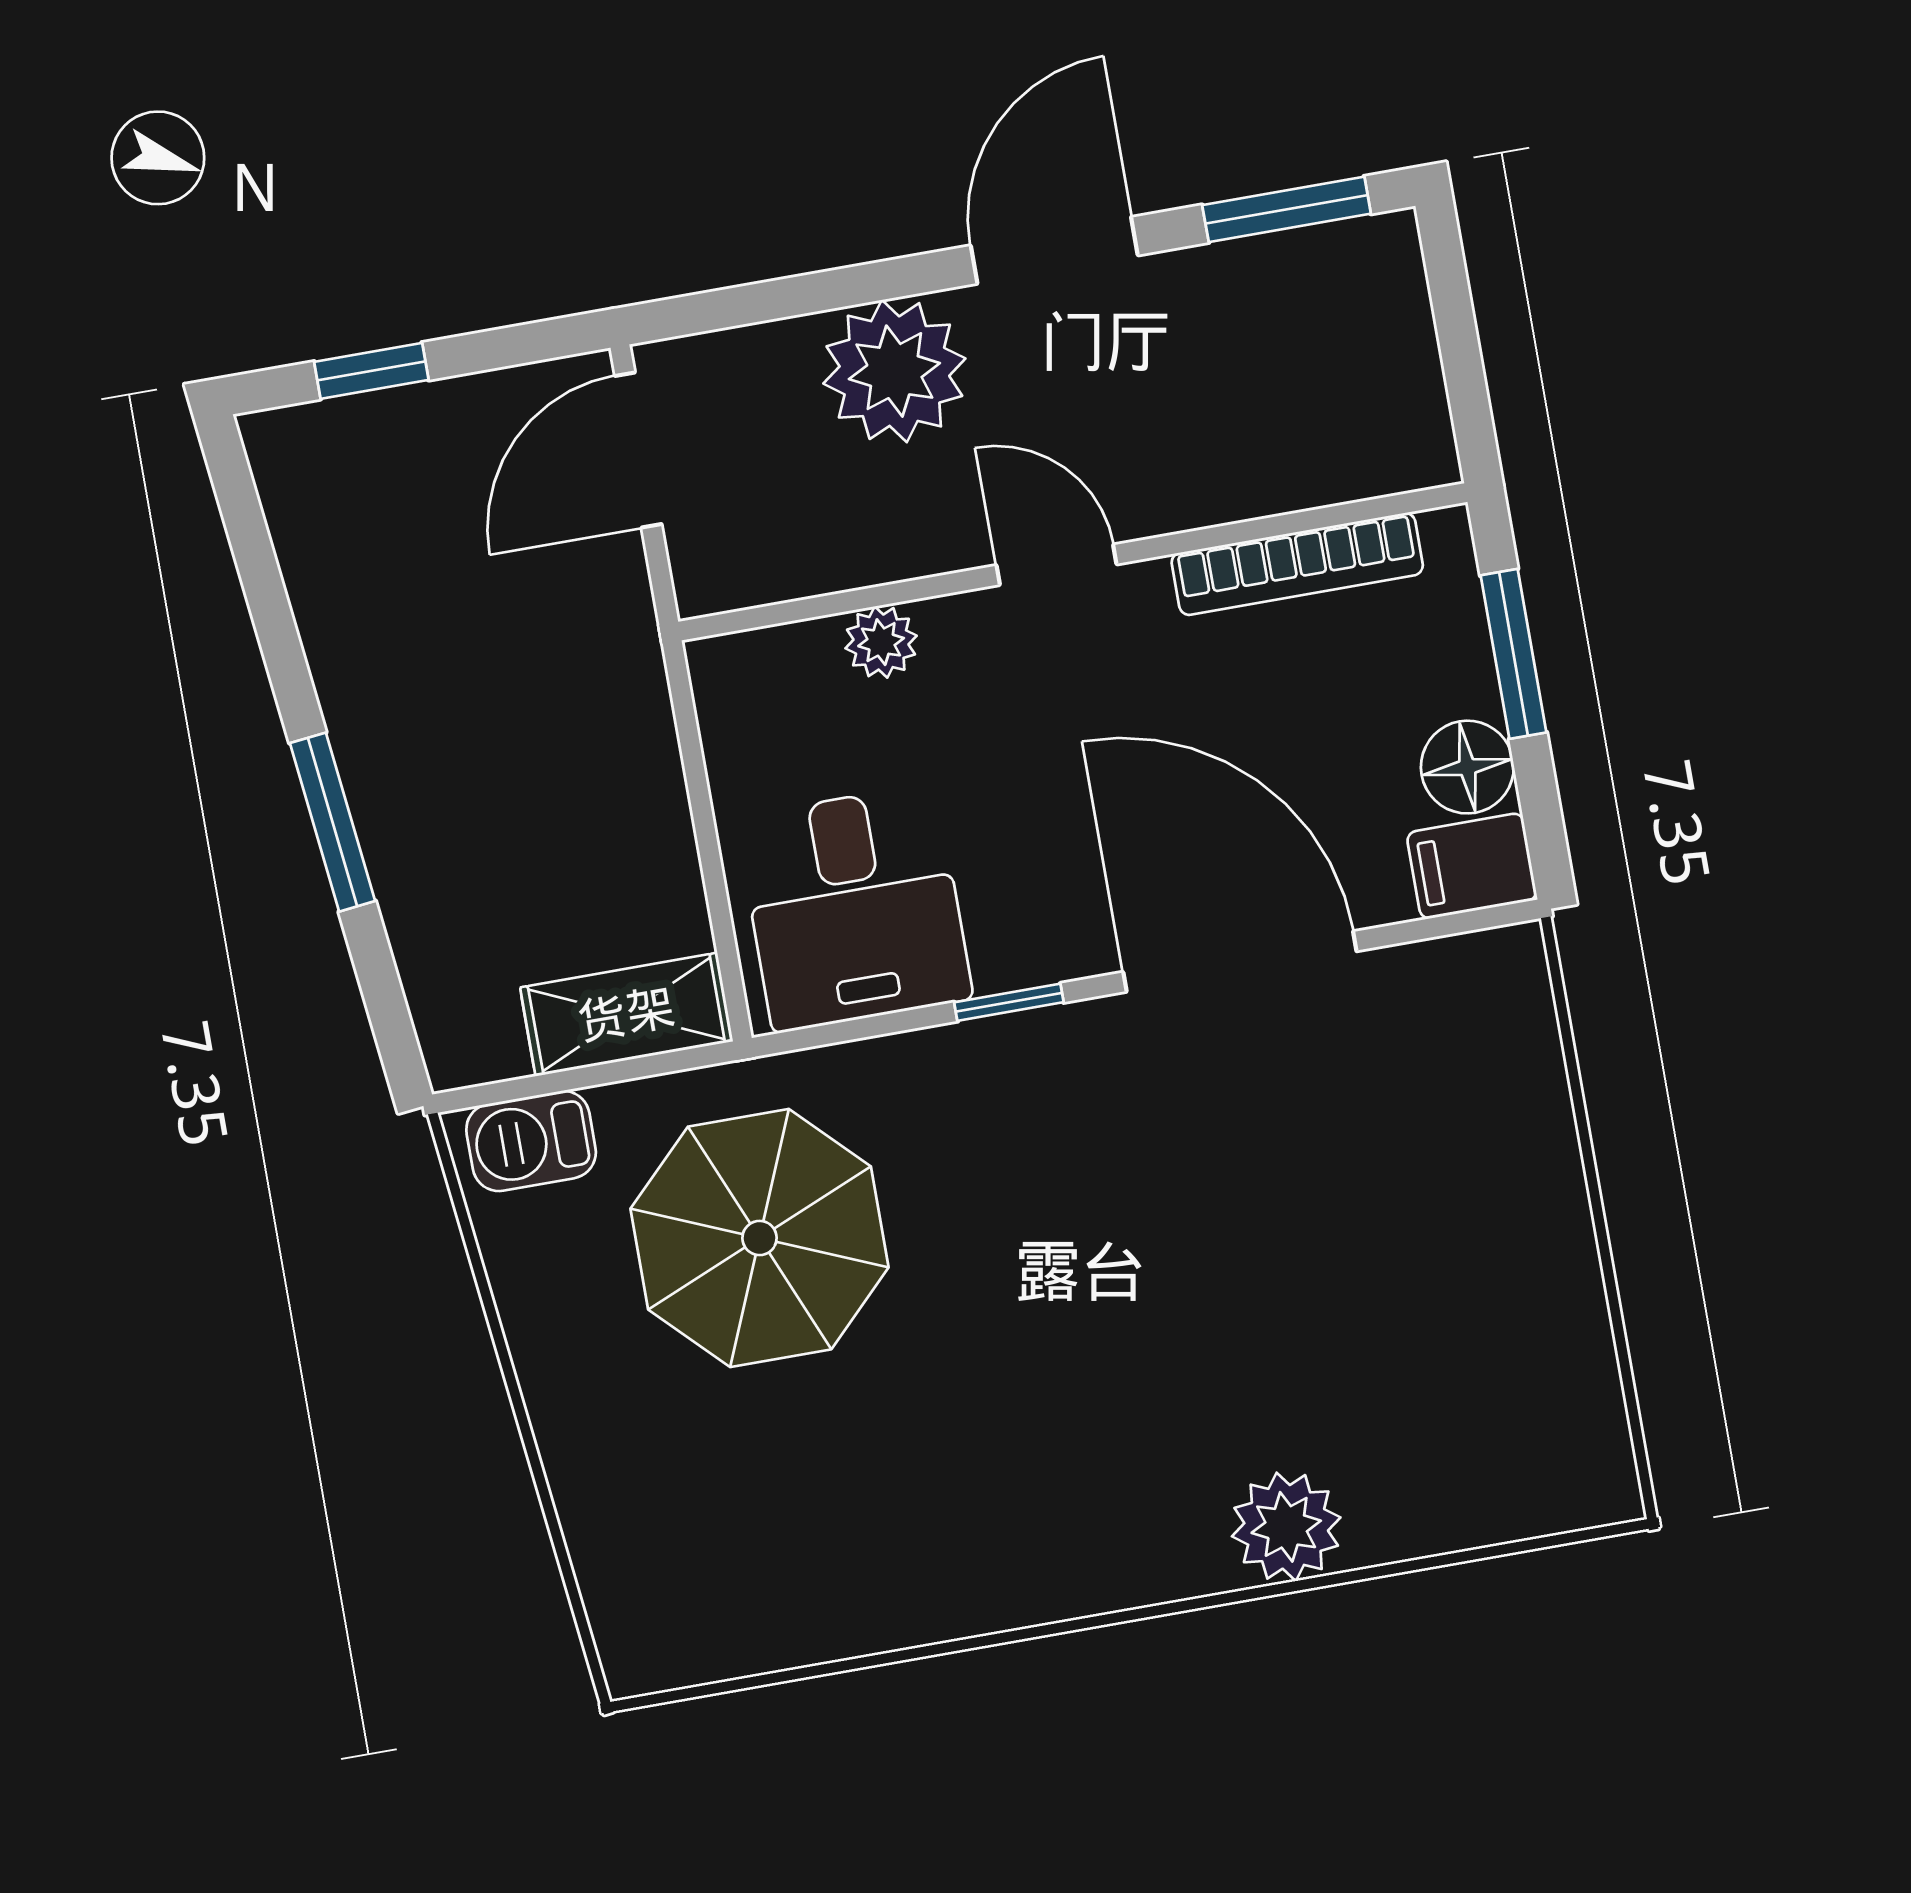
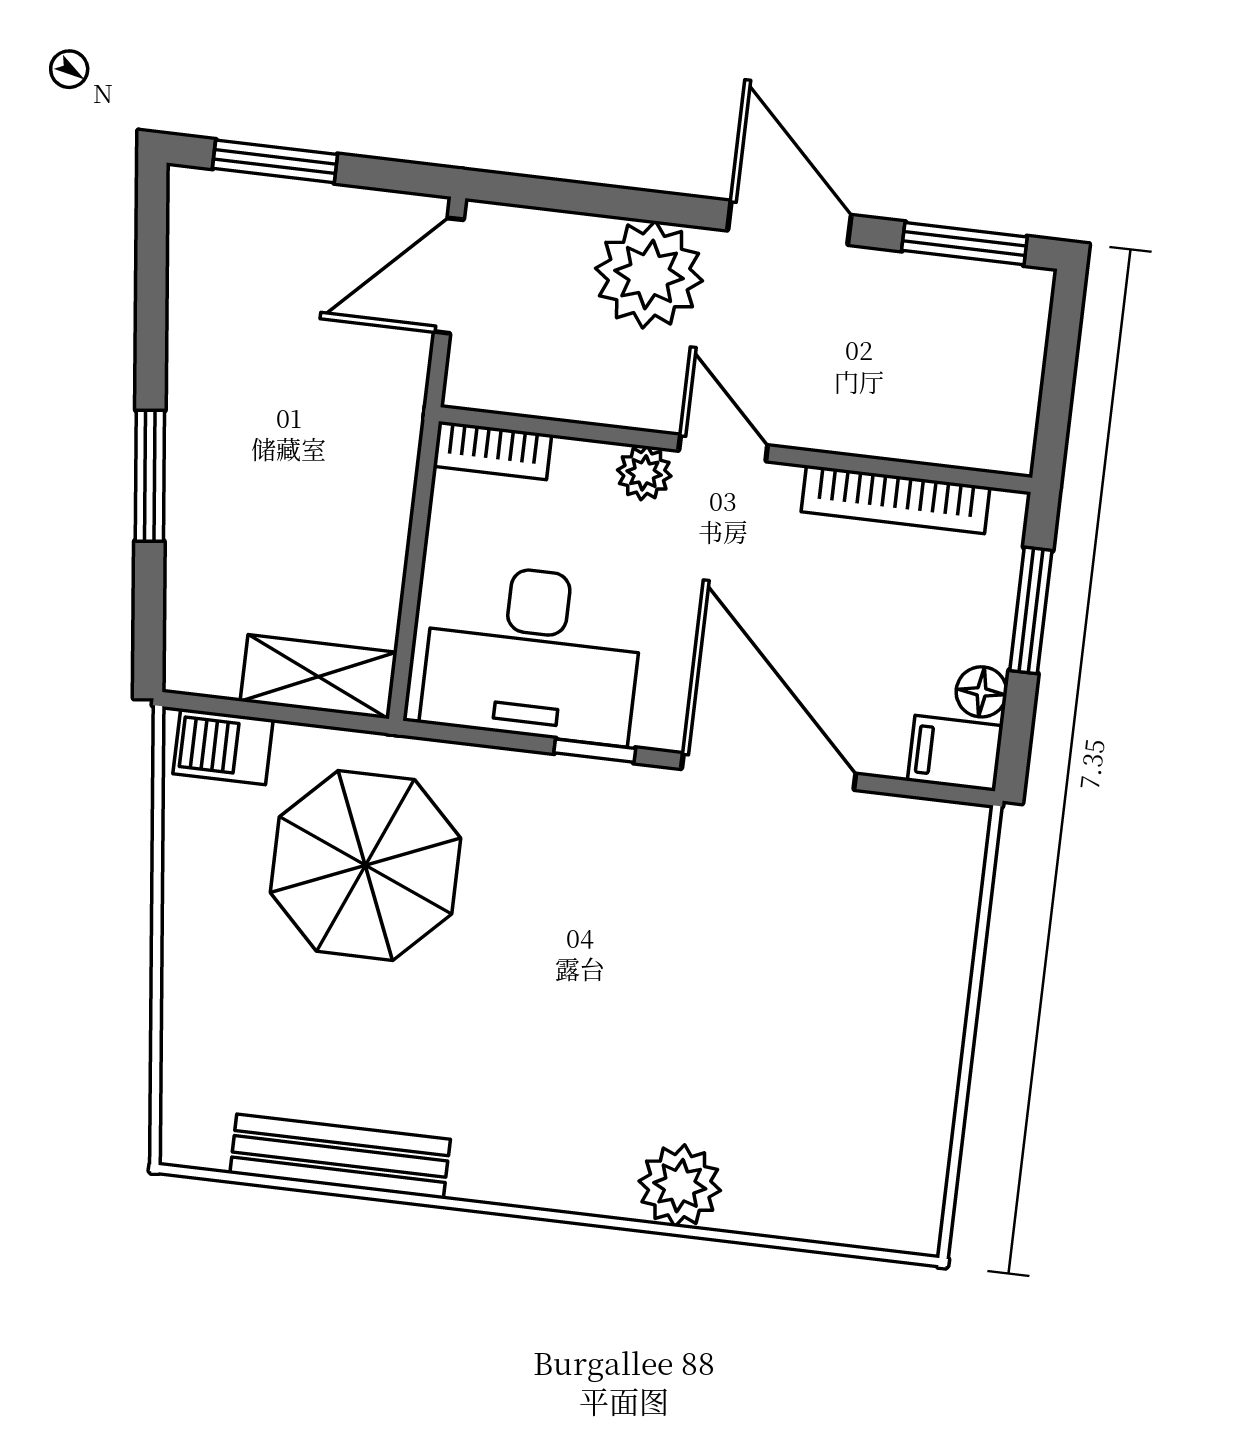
door: (1054, 250) -> (789, 223), hinge flipped
window: (371, 371) -> (275, 161), width x1.50
plant: (881, 642) -> (644, 473), moved
bookcase: (762, 657) -> (492, 451), added
floor lamp: (1467, 767) -> (982, 692), width x0.73, depth x0.73
desk: (854, 908) -> (533, 653), width x1.37
bench: (840, 1621) -> (340, 1156), added

